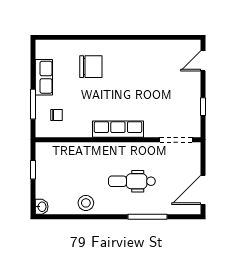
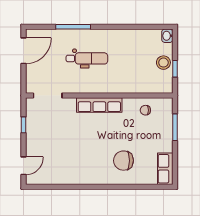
row of seats: (44, 77) -> (165, 169), moved
chair: (56, 115) -> (145, 110), moved
stool: (86, 203) -> (163, 63), moved

